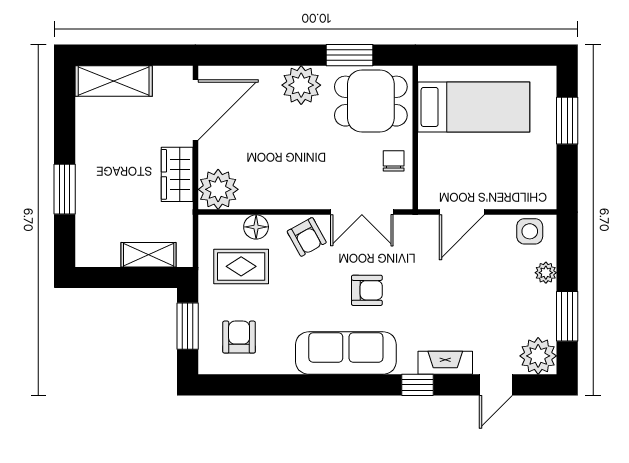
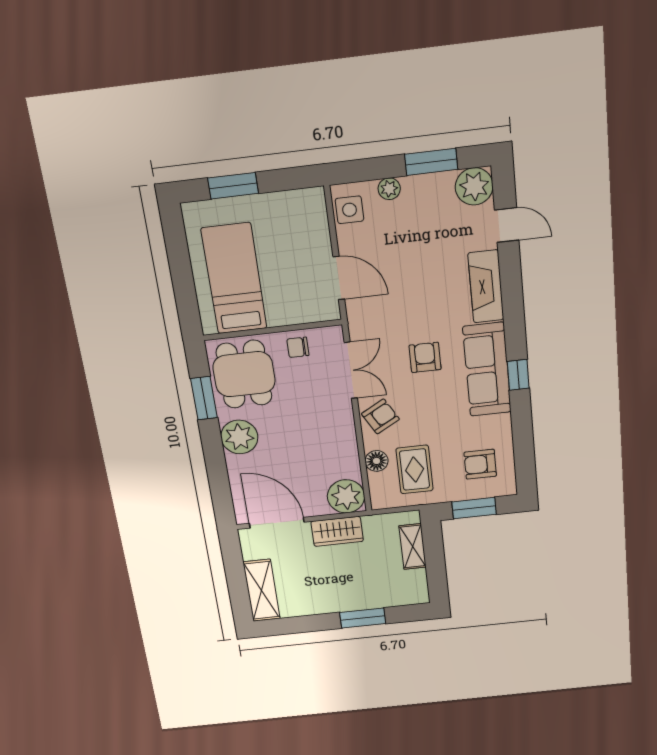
fireplace: (445, 363) -> (486, 286), width x1.37, depth x1.32
window: (418, 385) -> (518, 375), moved

